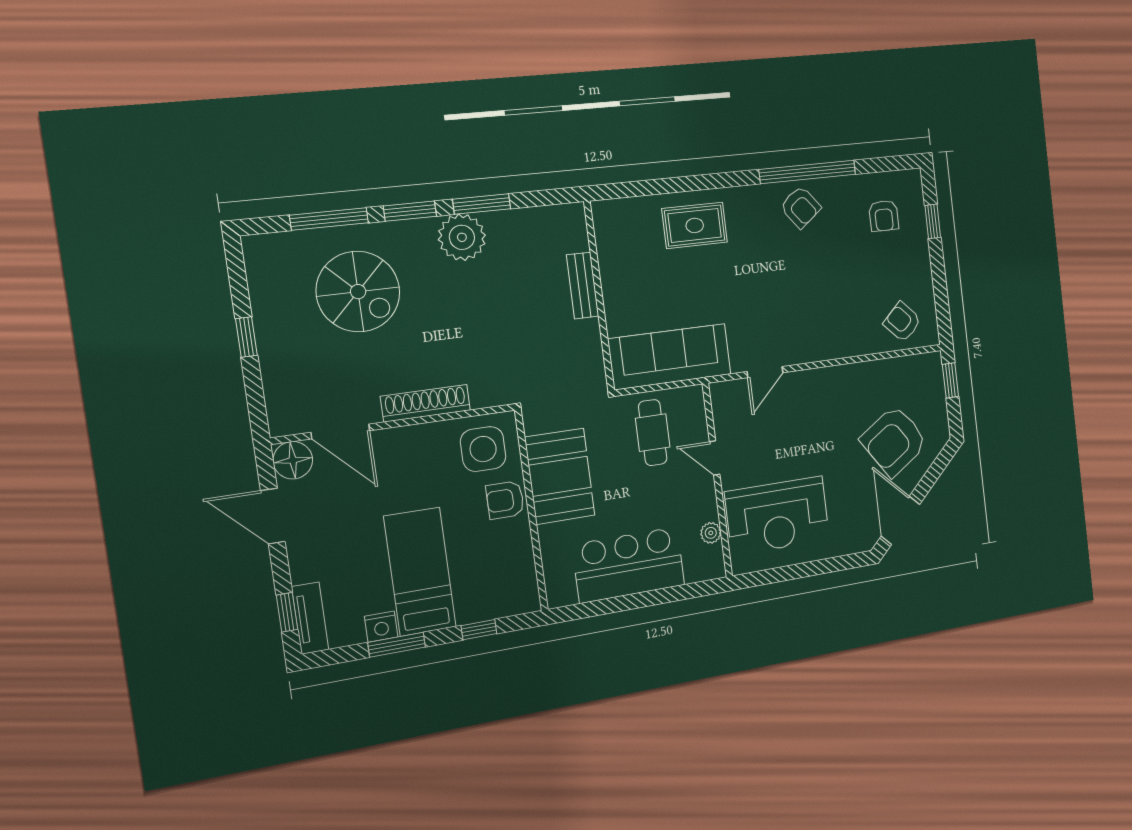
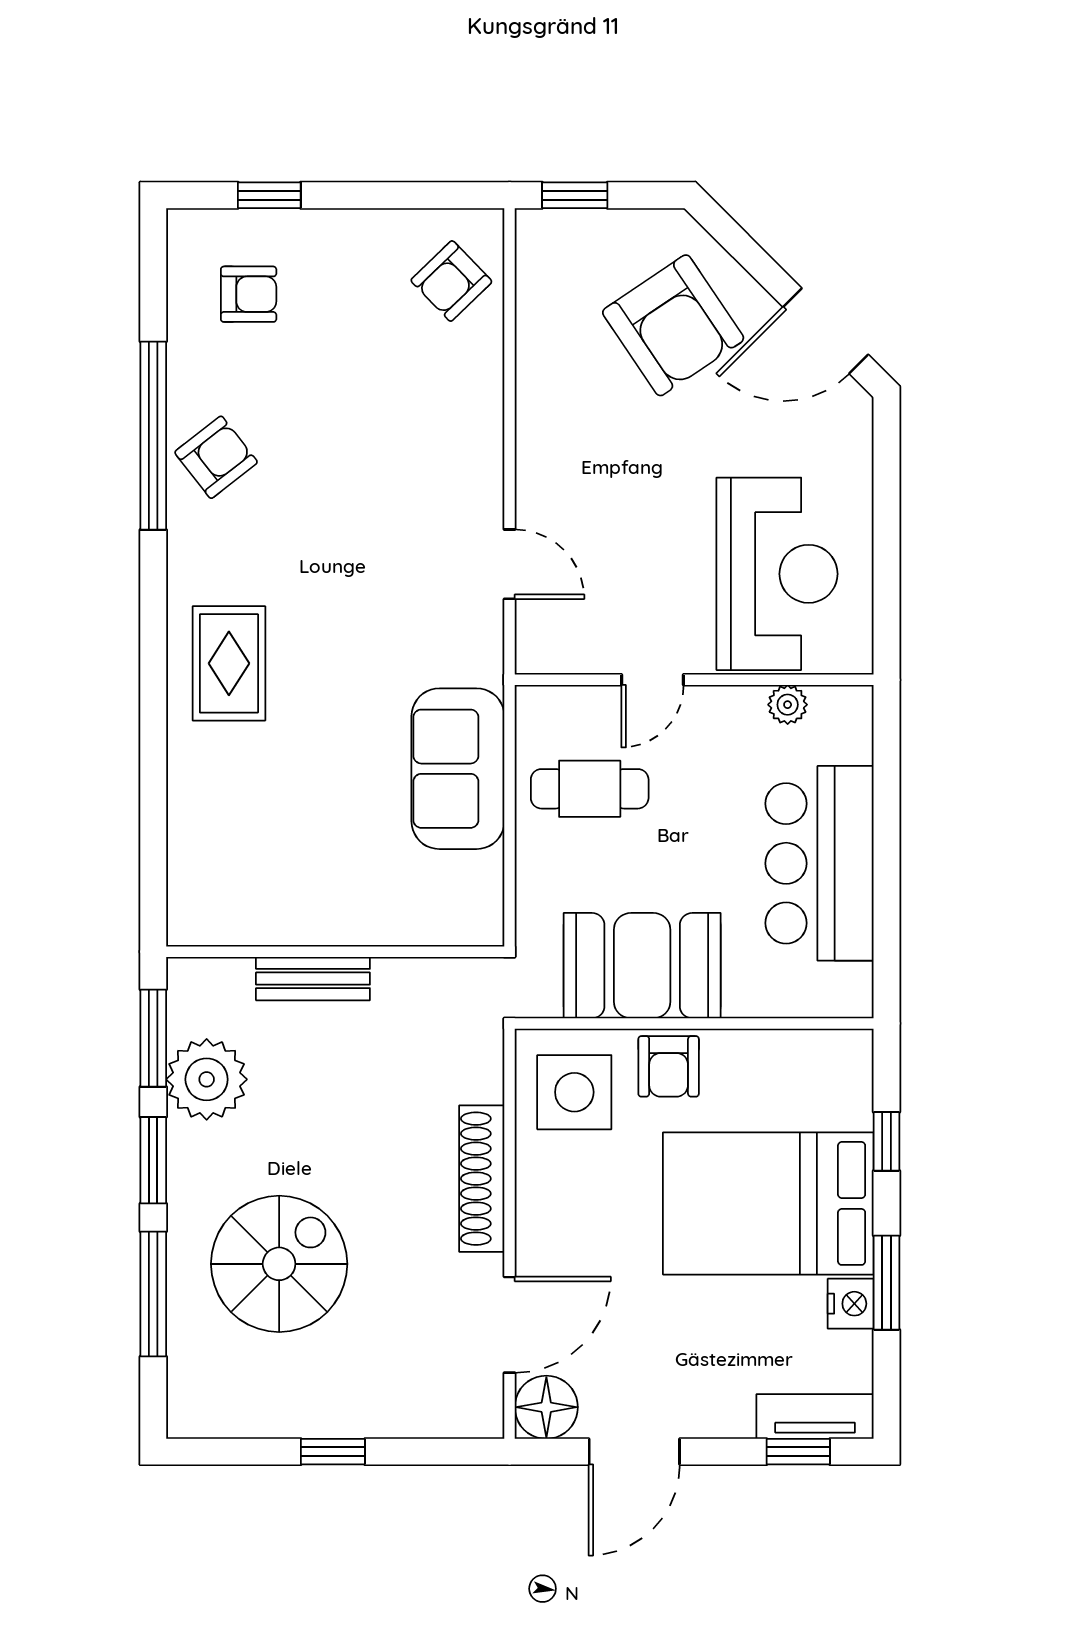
bench: (583, 286) -> (313, 979), moved
wall: (599, 296) -> (335, 952), moved
sofa: (670, 357) -> (458, 769), width x0.73
bed: (420, 572) -> (768, 1203), width x1.50

